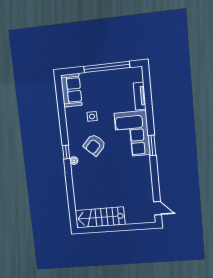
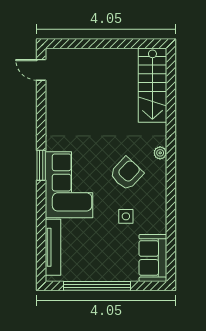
tv unit: (140, 96) -> (53, 247), width x1.41
window: (66, 152) -> (171, 167), removed
stairs: (100, 217) -> (152, 85), moved, turned 90

